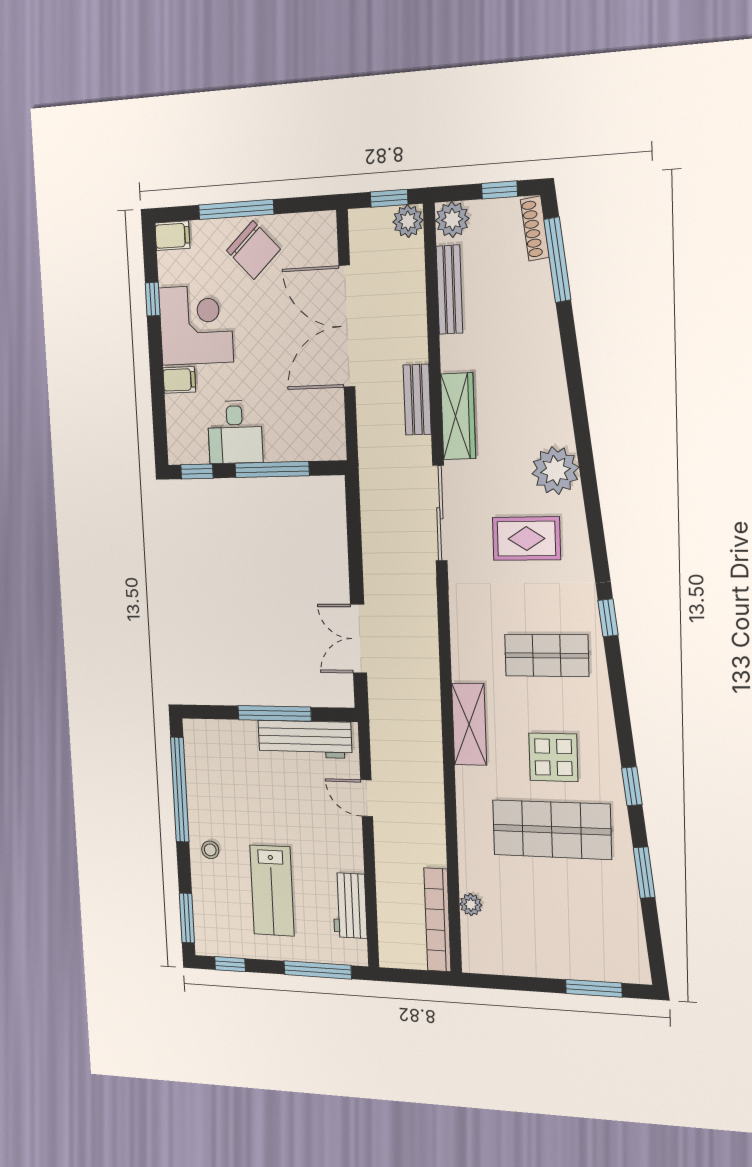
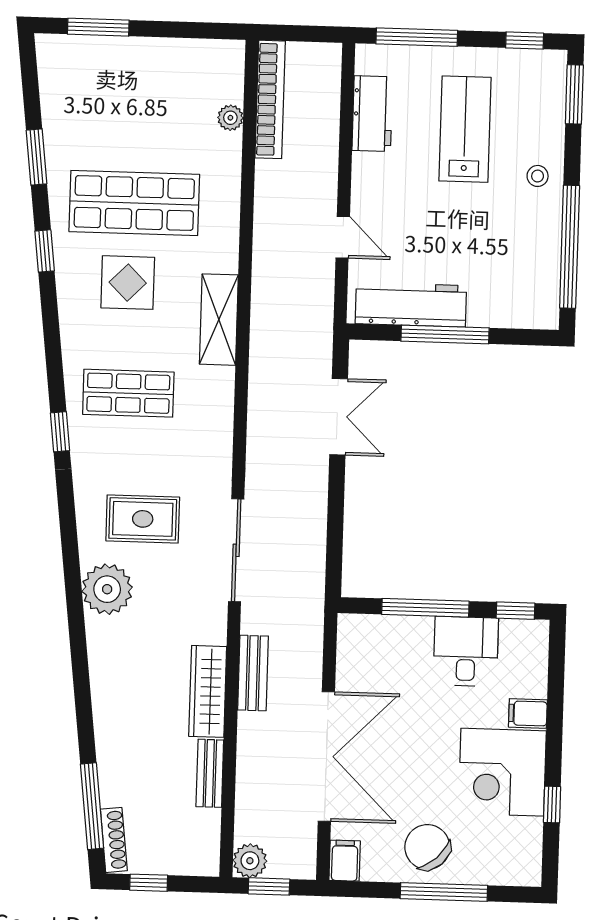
plant: (452, 220) -> (201, 858), removed
filing cabinet: (172, 236) -> (345, 861), moved, turned 90
bench: (449, 290) -> (210, 773), width x0.73
wardrobe: (458, 416) -> (208, 691), moved

